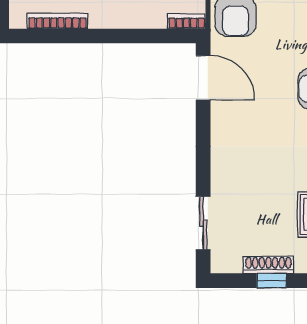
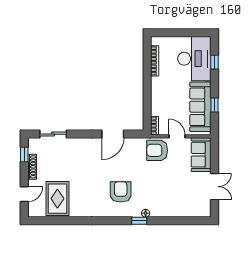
door: (203, 78) -> (113, 134), moved
window: (272, 281) -> (24, 155), moved

